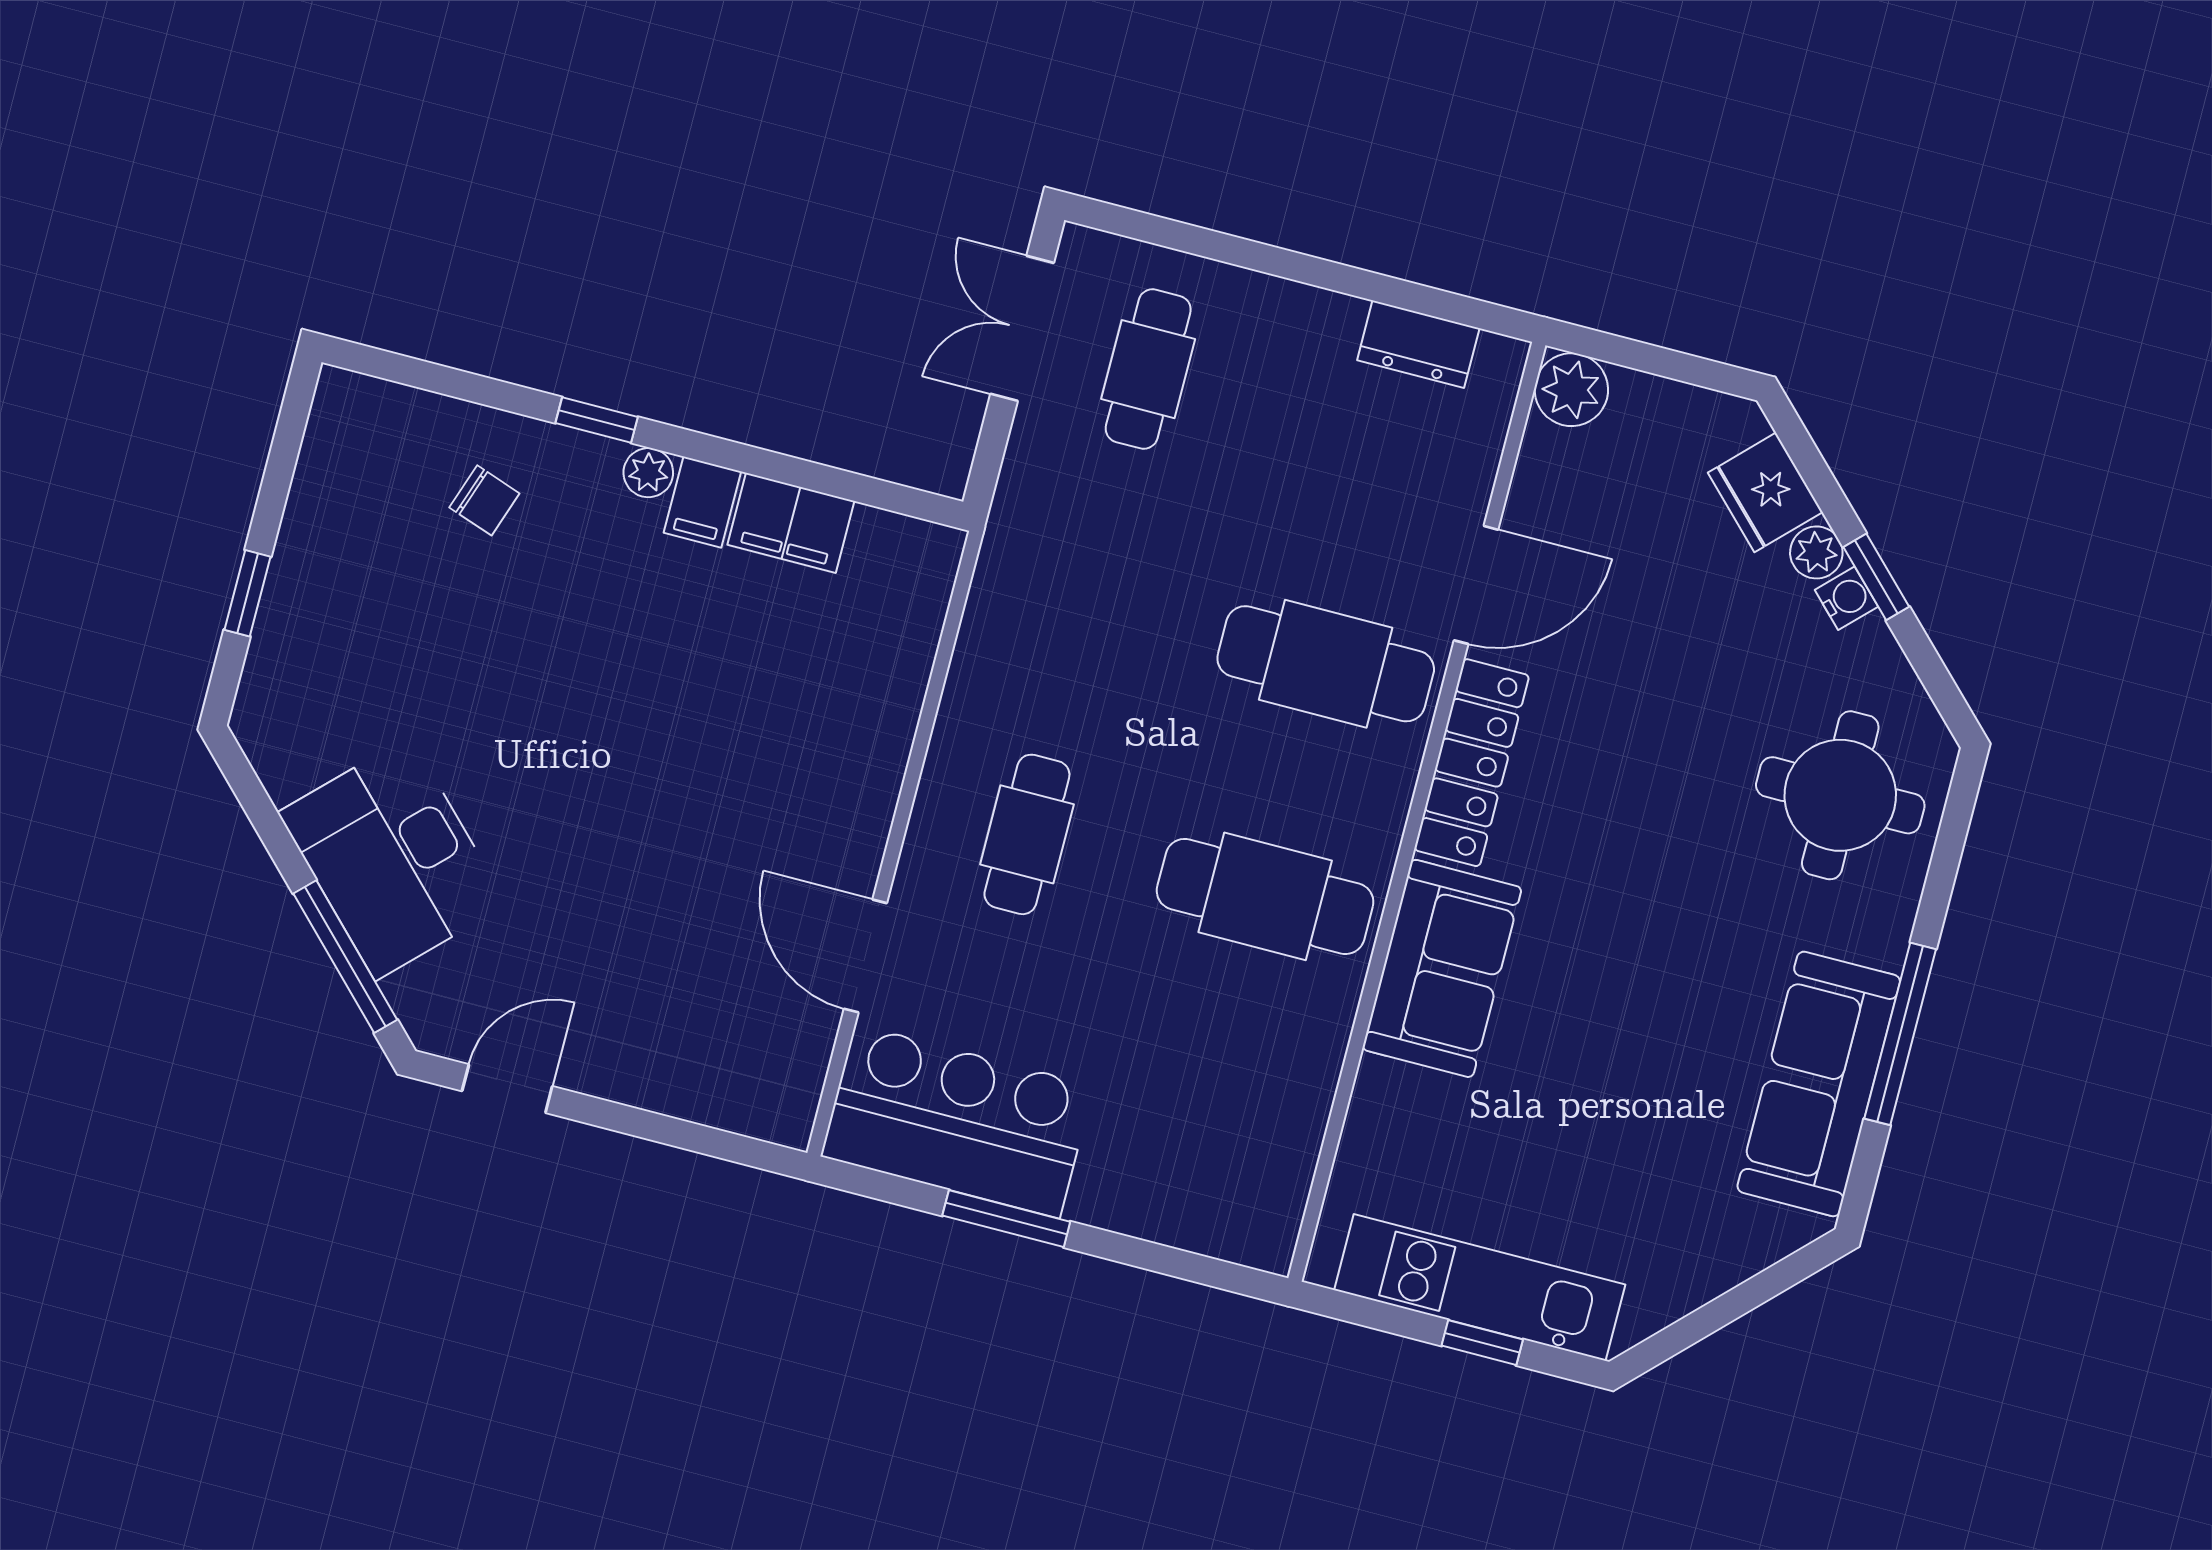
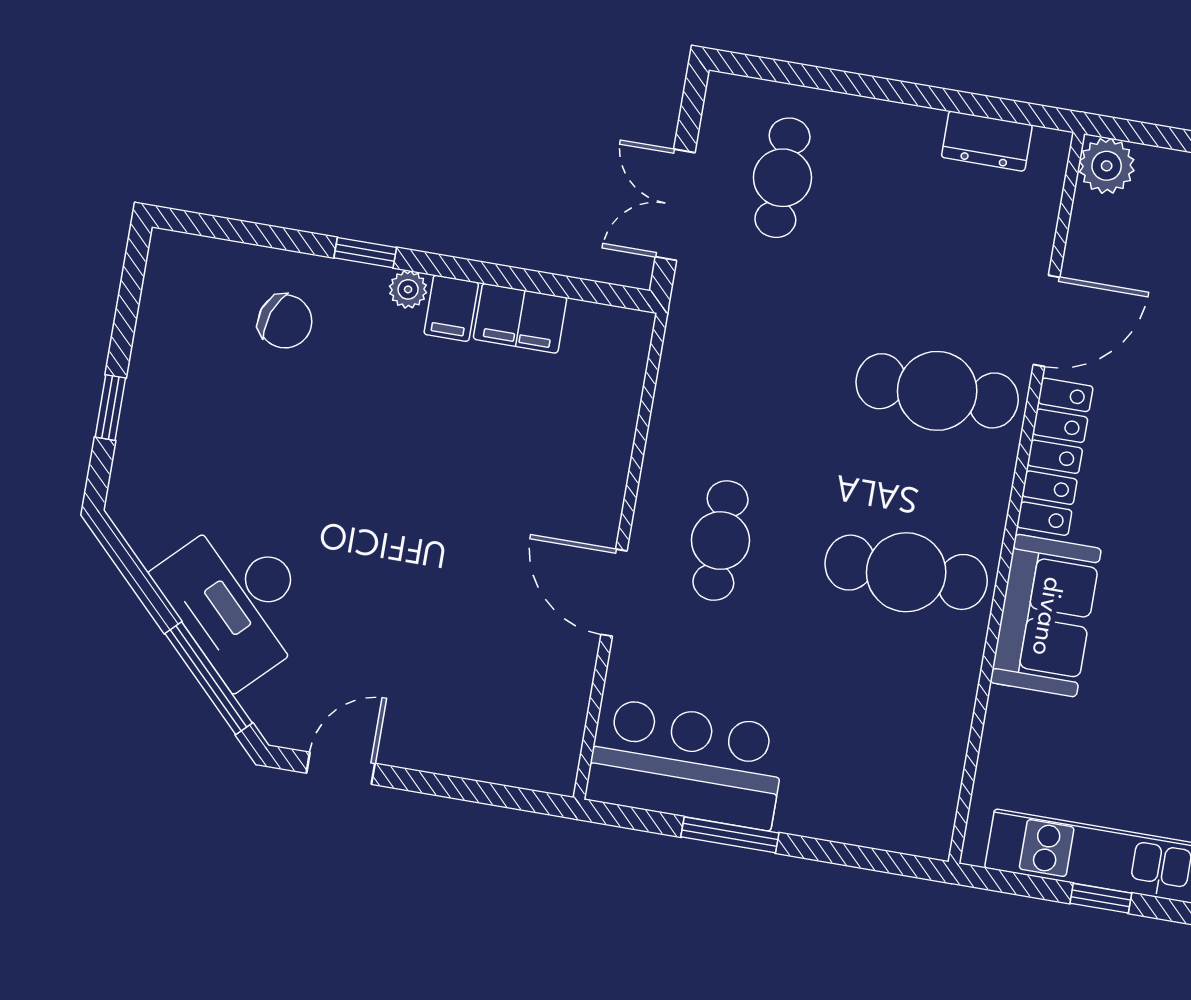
double door: (1022, 328) -> (675, 205), moved
chair: (484, 500) -> (285, 321), width x1.37, depth x1.37
door: (865, 956) -> (614, 593), moved

